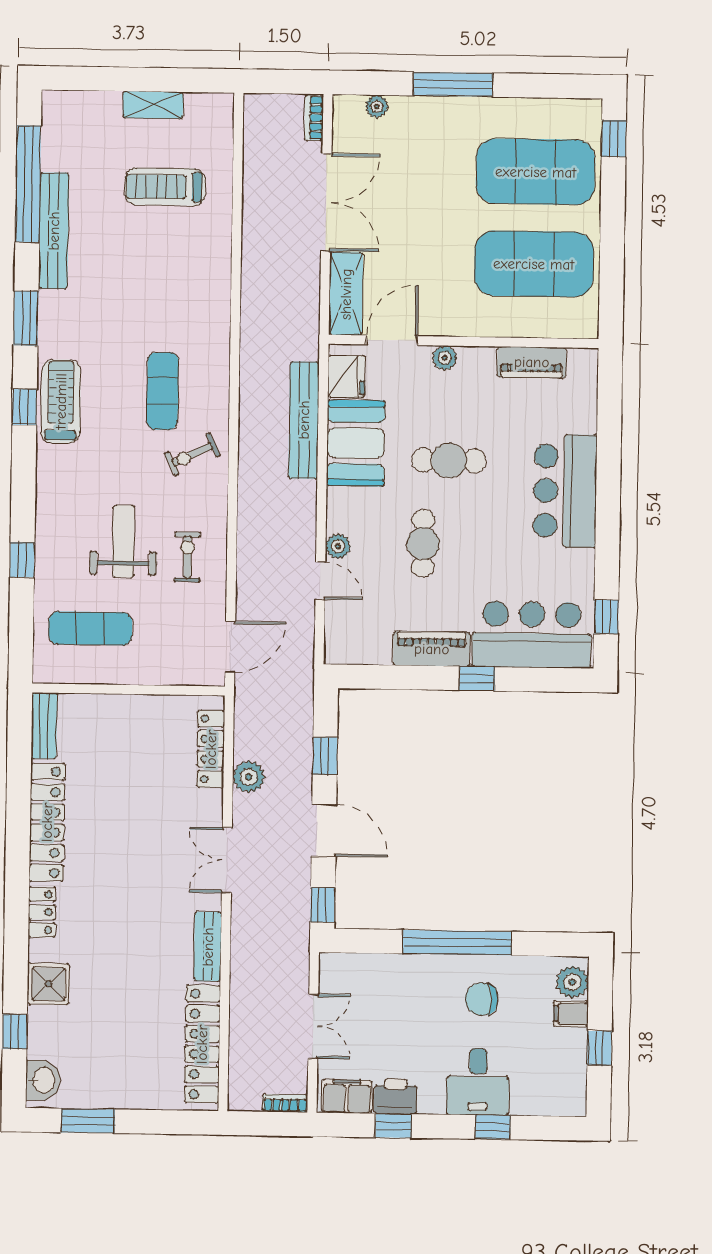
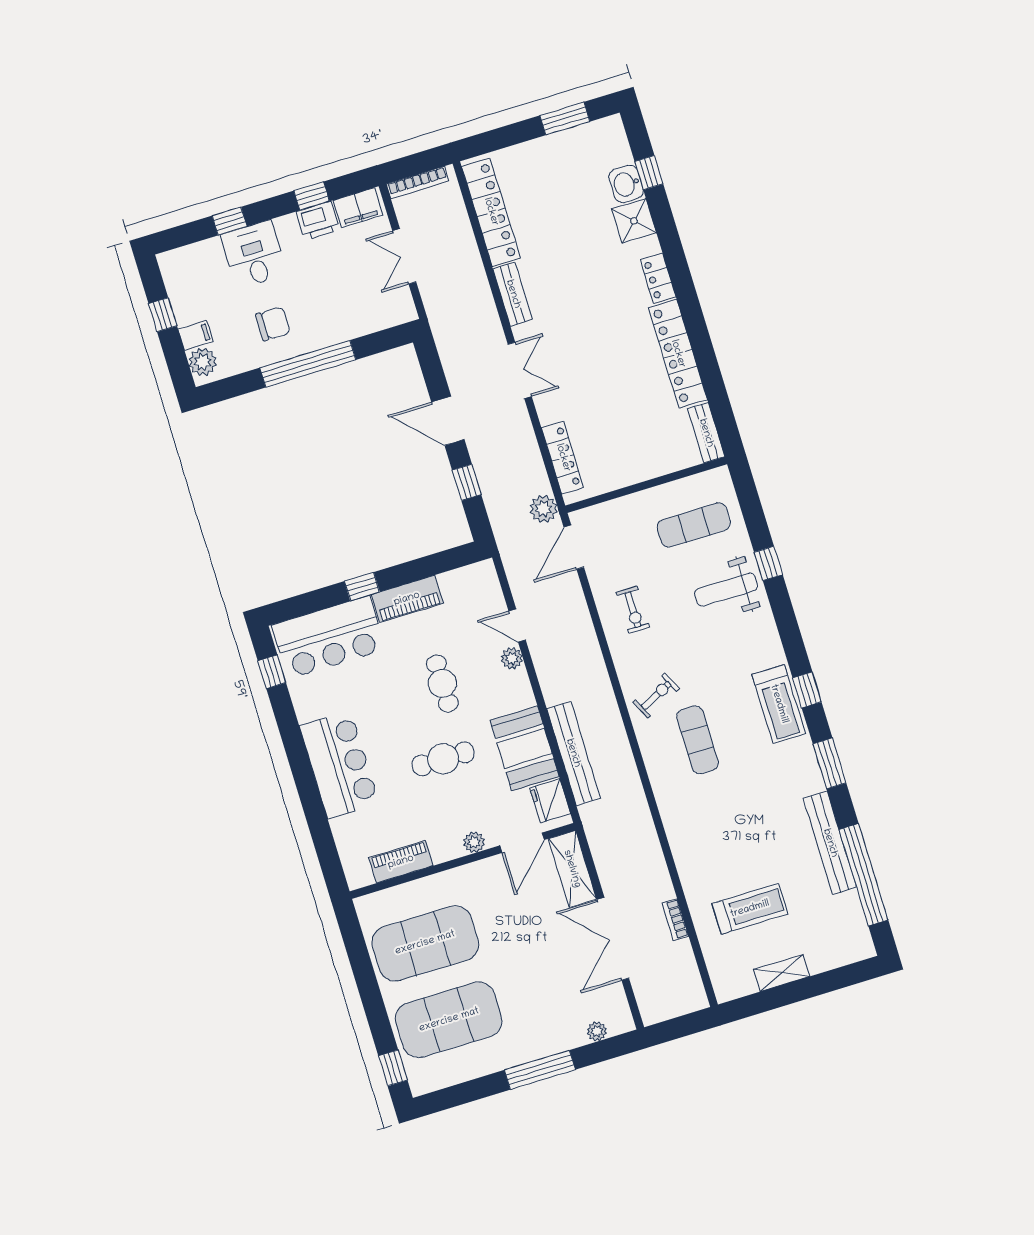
bookcase: (314, 118) -> (675, 920), moved, turned 180
weight bench: (123, 541) -> (726, 590), moved, turned 90
plant: (249, 777) -> (543, 509), moved
window: (323, 905) -> (429, 359), removed
washbasin: (43, 1080) -> (626, 184), moved
bookcase: (285, 1103) -> (418, 182), width x1.56

